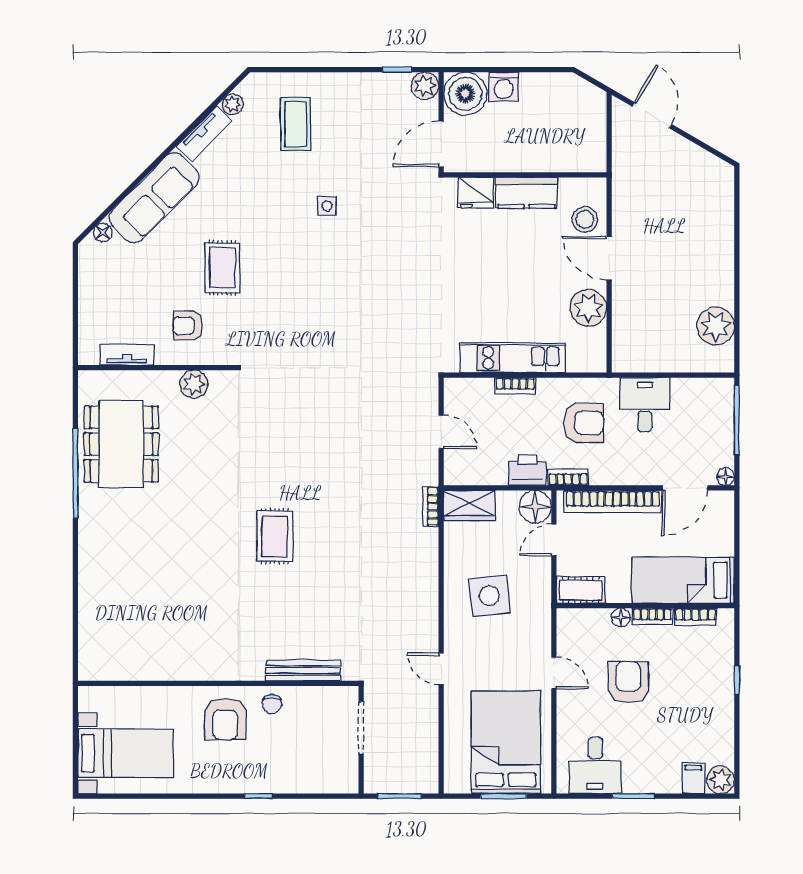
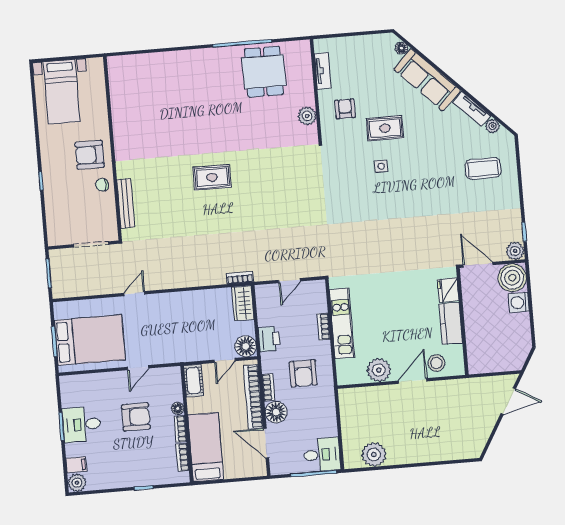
side table: (327, 206) -> (381, 166), moved
desk: (645, 405) -> (322, 455), moved
dining table: (121, 444) -> (264, 72), width x0.73
bookcase: (568, 477) -> (268, 387), moved
floor lamp: (726, 477) -> (276, 412), moved, width x1.89, depth x1.89
door: (554, 540) -> (225, 360), swing flipped
side table: (489, 596) -> (185, 321), removed
desk: (595, 765) -> (82, 424), moved

